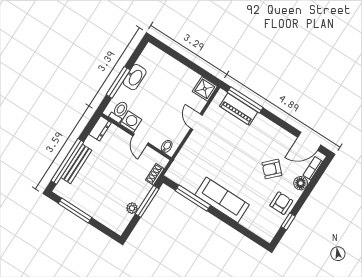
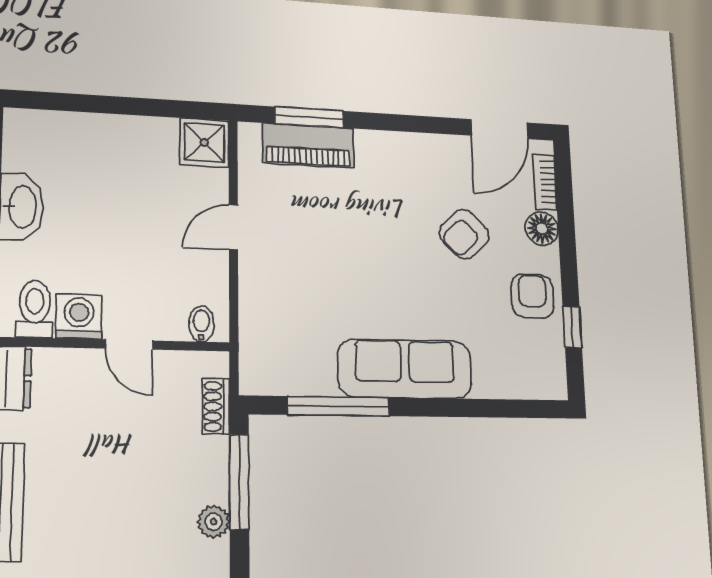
window: (245, 100) -> (309, 117), width x0.69
door: (196, 122) -> (233, 227), hinge flipped

